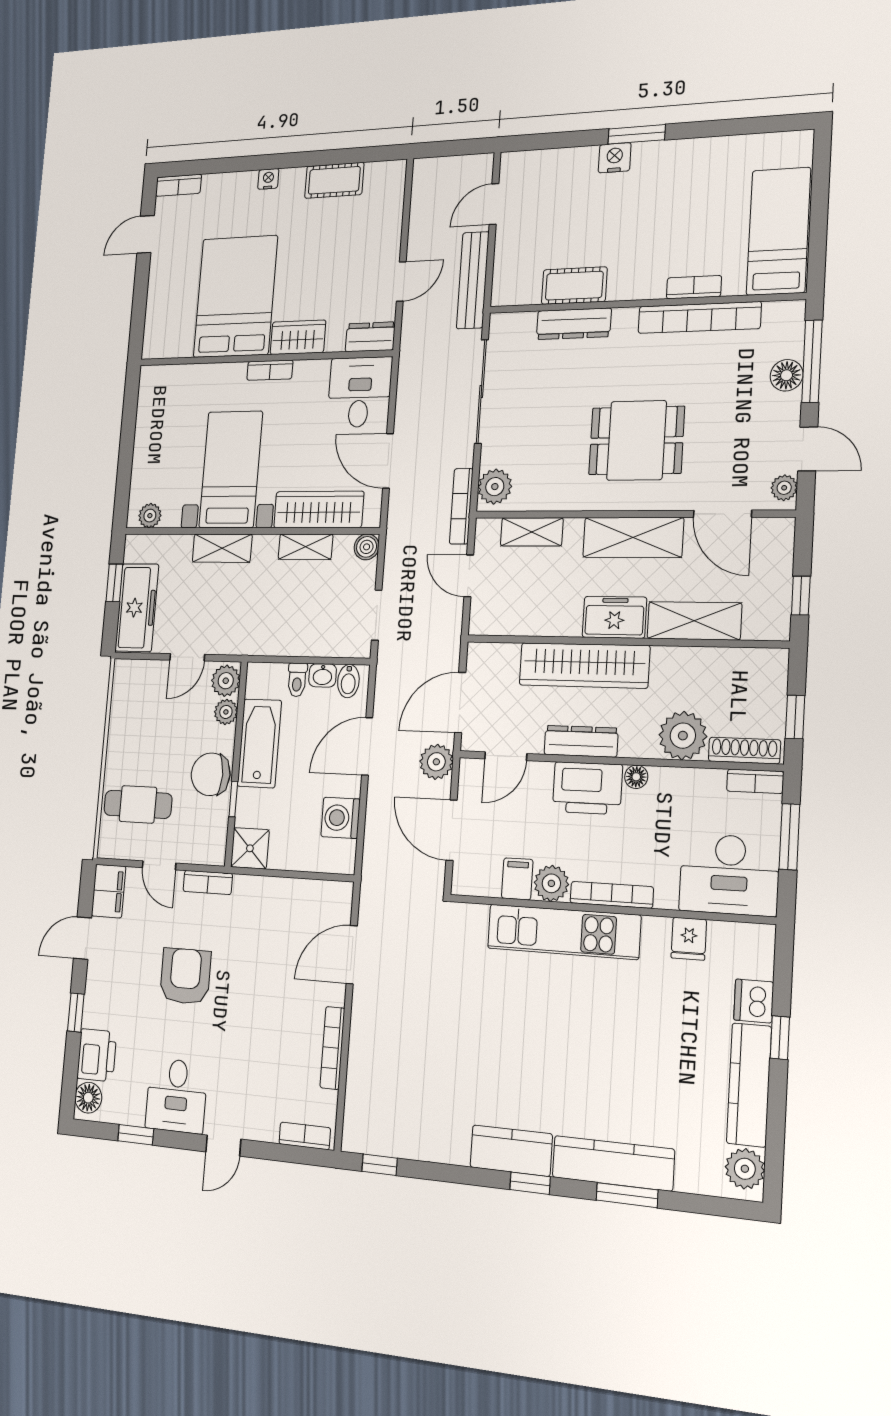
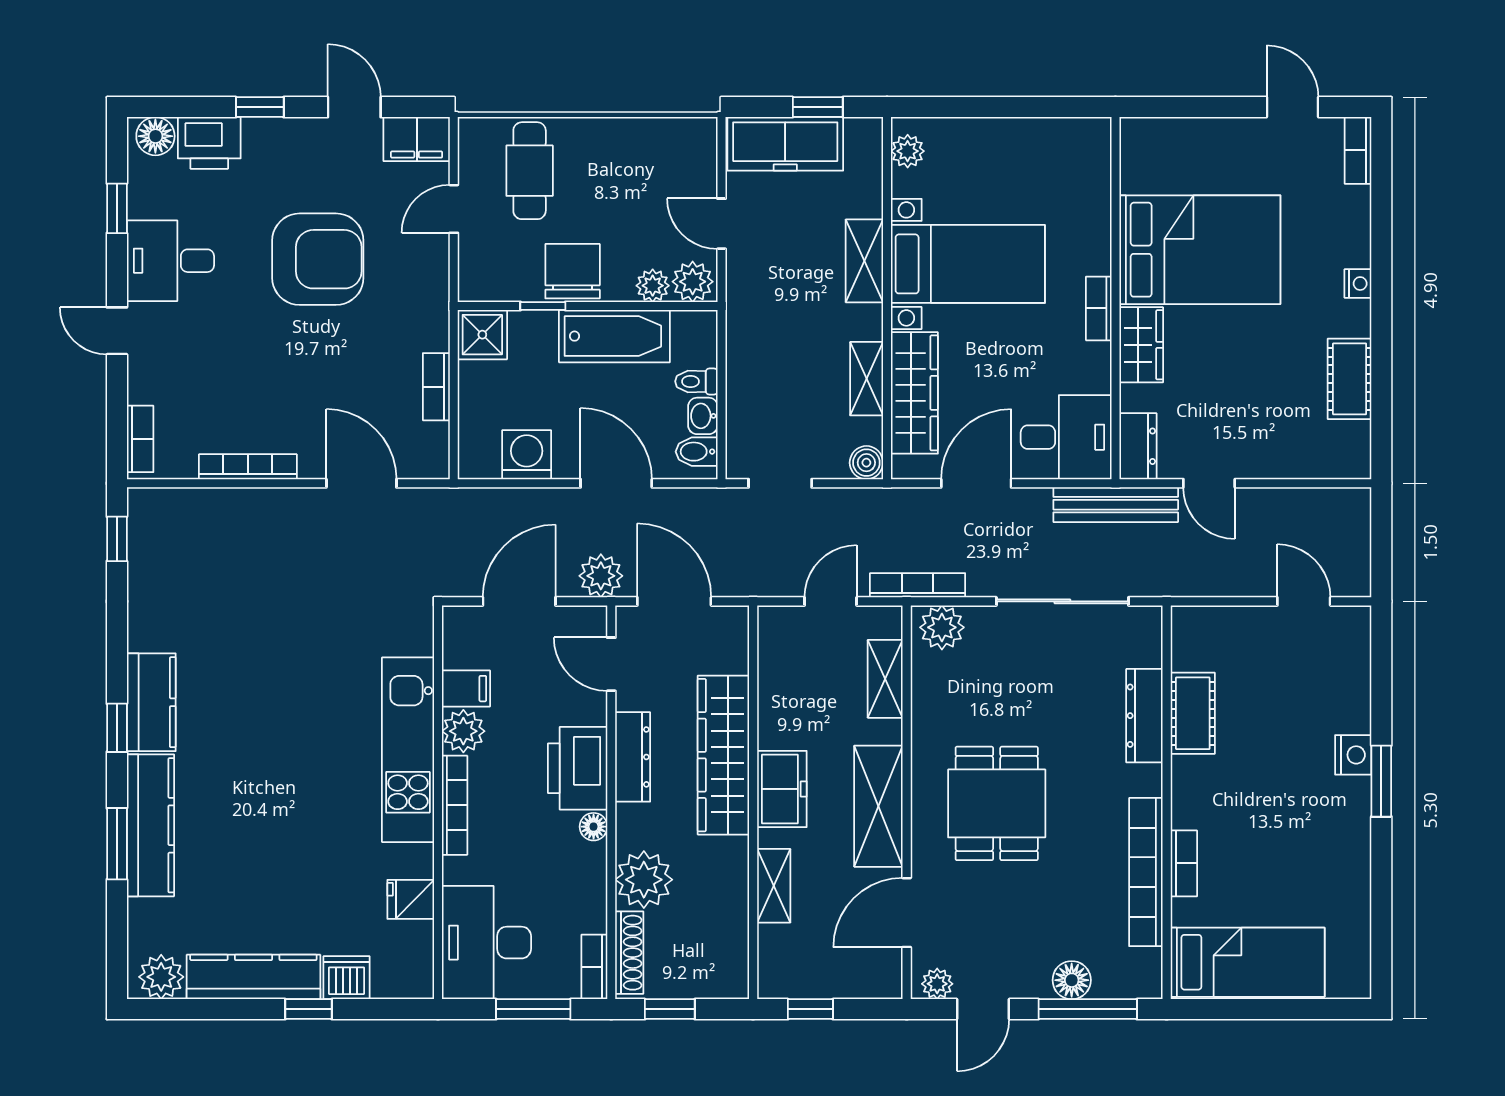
bench: (473, 280) -> (1116, 505), moved
shelving: (694, 621) -> (774, 886), width x0.67, depth x0.75
bookcase: (208, 882) -> (436, 387), moved
armchair: (185, 976) -> (318, 259), width x1.36, depth x1.36

